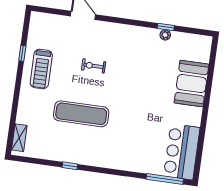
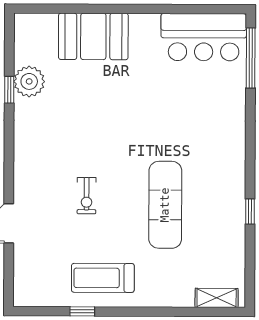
plant: (165, 35) -> (29, 81), width x1.88, depth x1.88
treadmill: (41, 69) -> (103, 278), turned 180

